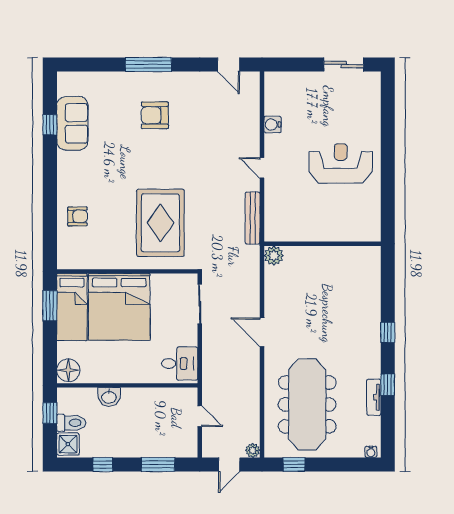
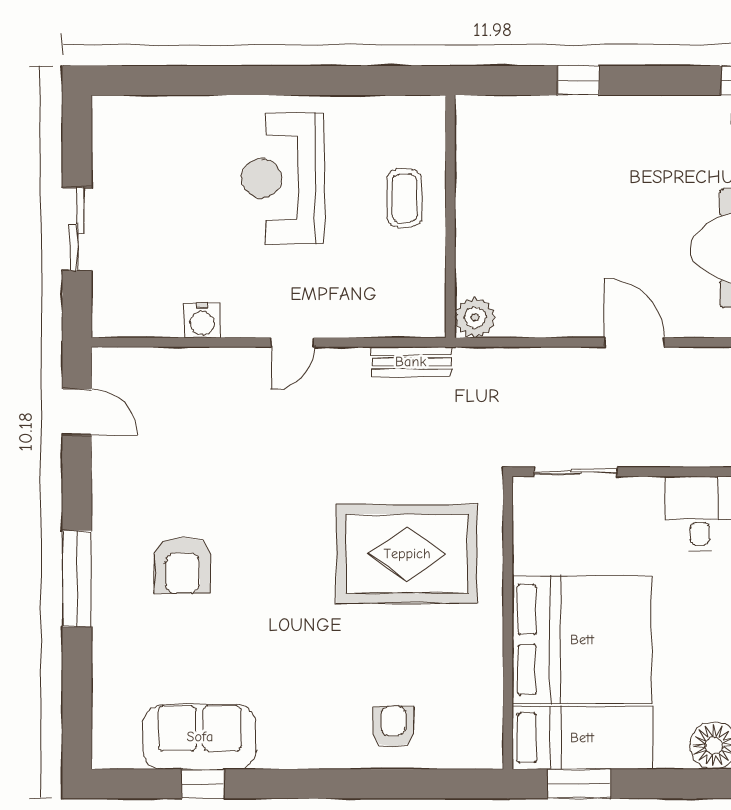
door: (229, 64) -> (77, 412), hinge flipped
sliding door: (344, 64) -> (77, 229), moved
bench: (253, 218) -> (411, 362), width x0.73
coffee table: (331, 222) -> (405, 198), added
door: (262, 332) -> (634, 342), swing flipped
window: (388, 332) -> (578, 80), moved

